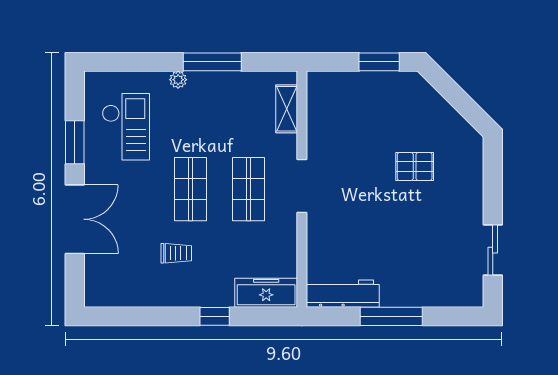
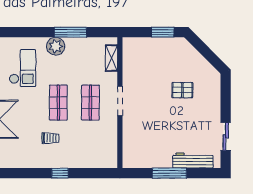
plant: (178, 80) -> (56, 46), width x1.88, depth x1.88
freezer: (266, 293) -> (100, 160), removed
workbench: (343, 294) -> (193, 160), moved
window: (215, 316) -> (60, 173), moved

